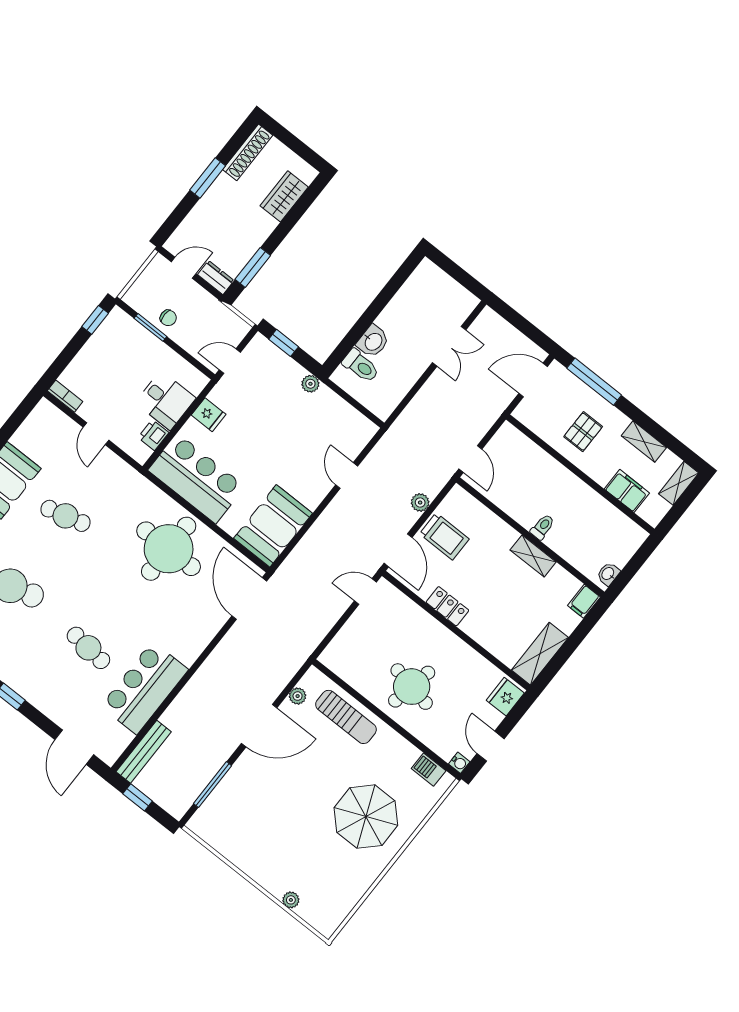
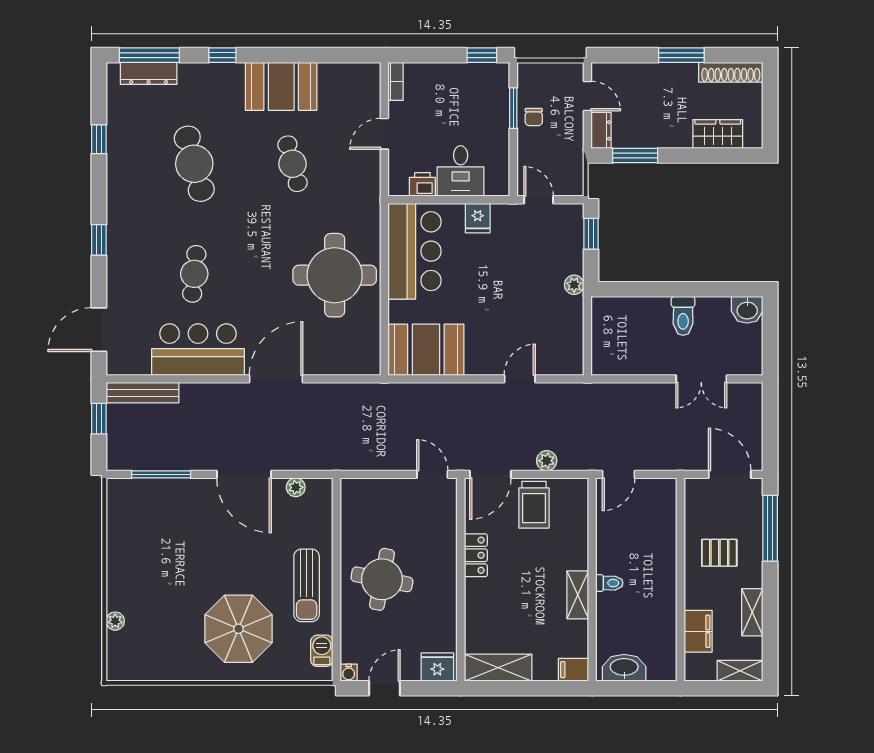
washbasin: (373, 341) -> (747, 310), moved
toilet: (361, 366) -> (683, 316), moved
washbasin: (608, 574) -> (624, 668), width x1.91, depth x1.45
door: (249, 598) -> (276, 379), moved
sun lounger: (346, 717) -> (307, 585), moved

